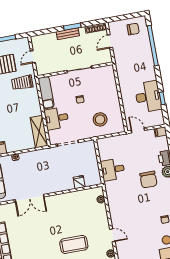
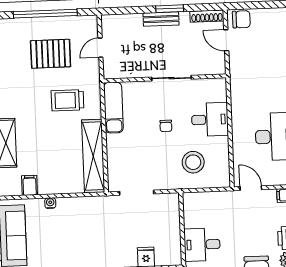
chair: (133, 29) -> (241, 19), moved
door: (110, 41) -> (226, 40), hinge flipped
trolley: (22, 83) -> (67, 100), moved
desk: (56, 118) -> (210, 119), moved, turned 180
shelving: (39, 132) -> (93, 156), width x1.47

